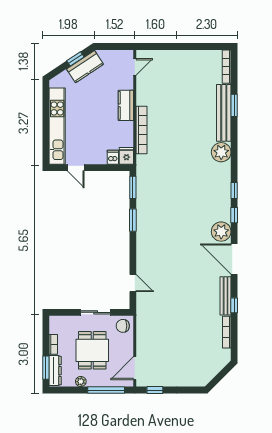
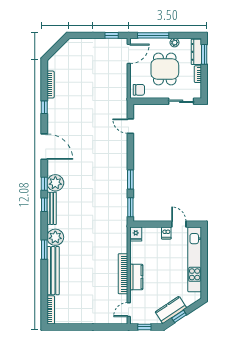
window: (116, 46) -> (144, 327), added
window: (234, 105) -> (44, 250), moved
bookcase: (142, 130) -> (123, 274), moved
dishwasher: (113, 157) -> (166, 233), moved
plant: (221, 232) -> (55, 183), moved
bench: (226, 296) -> (52, 208), moved
sliding door: (96, 312) -> (181, 101), moved

